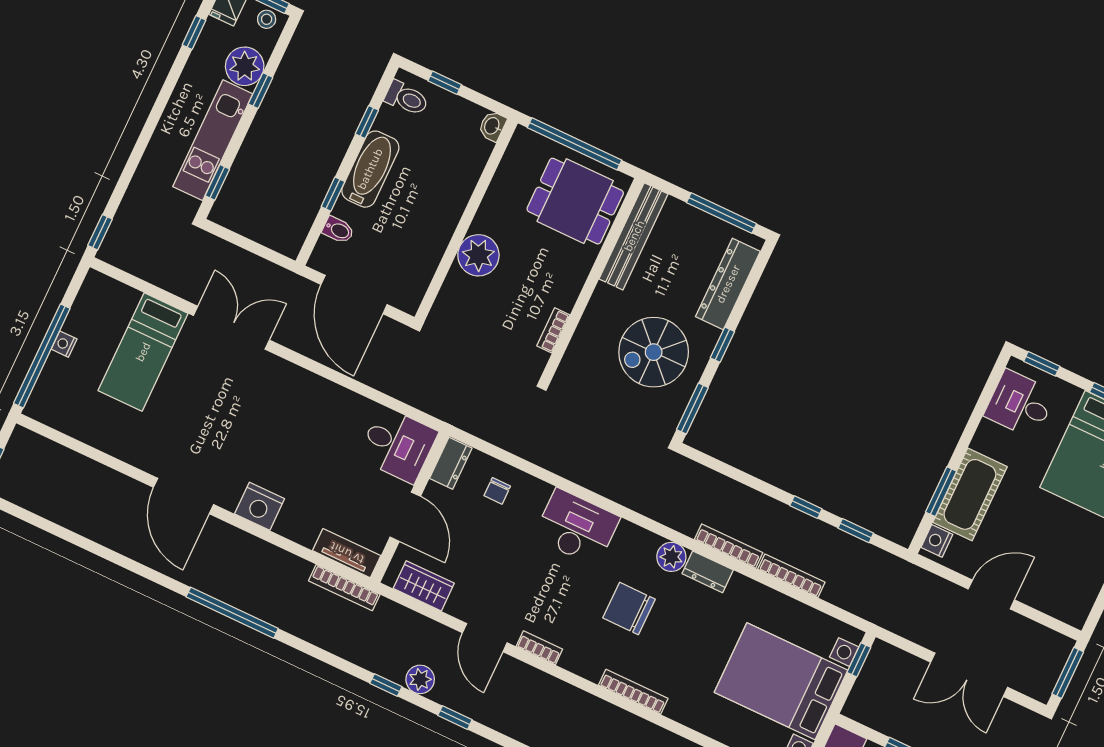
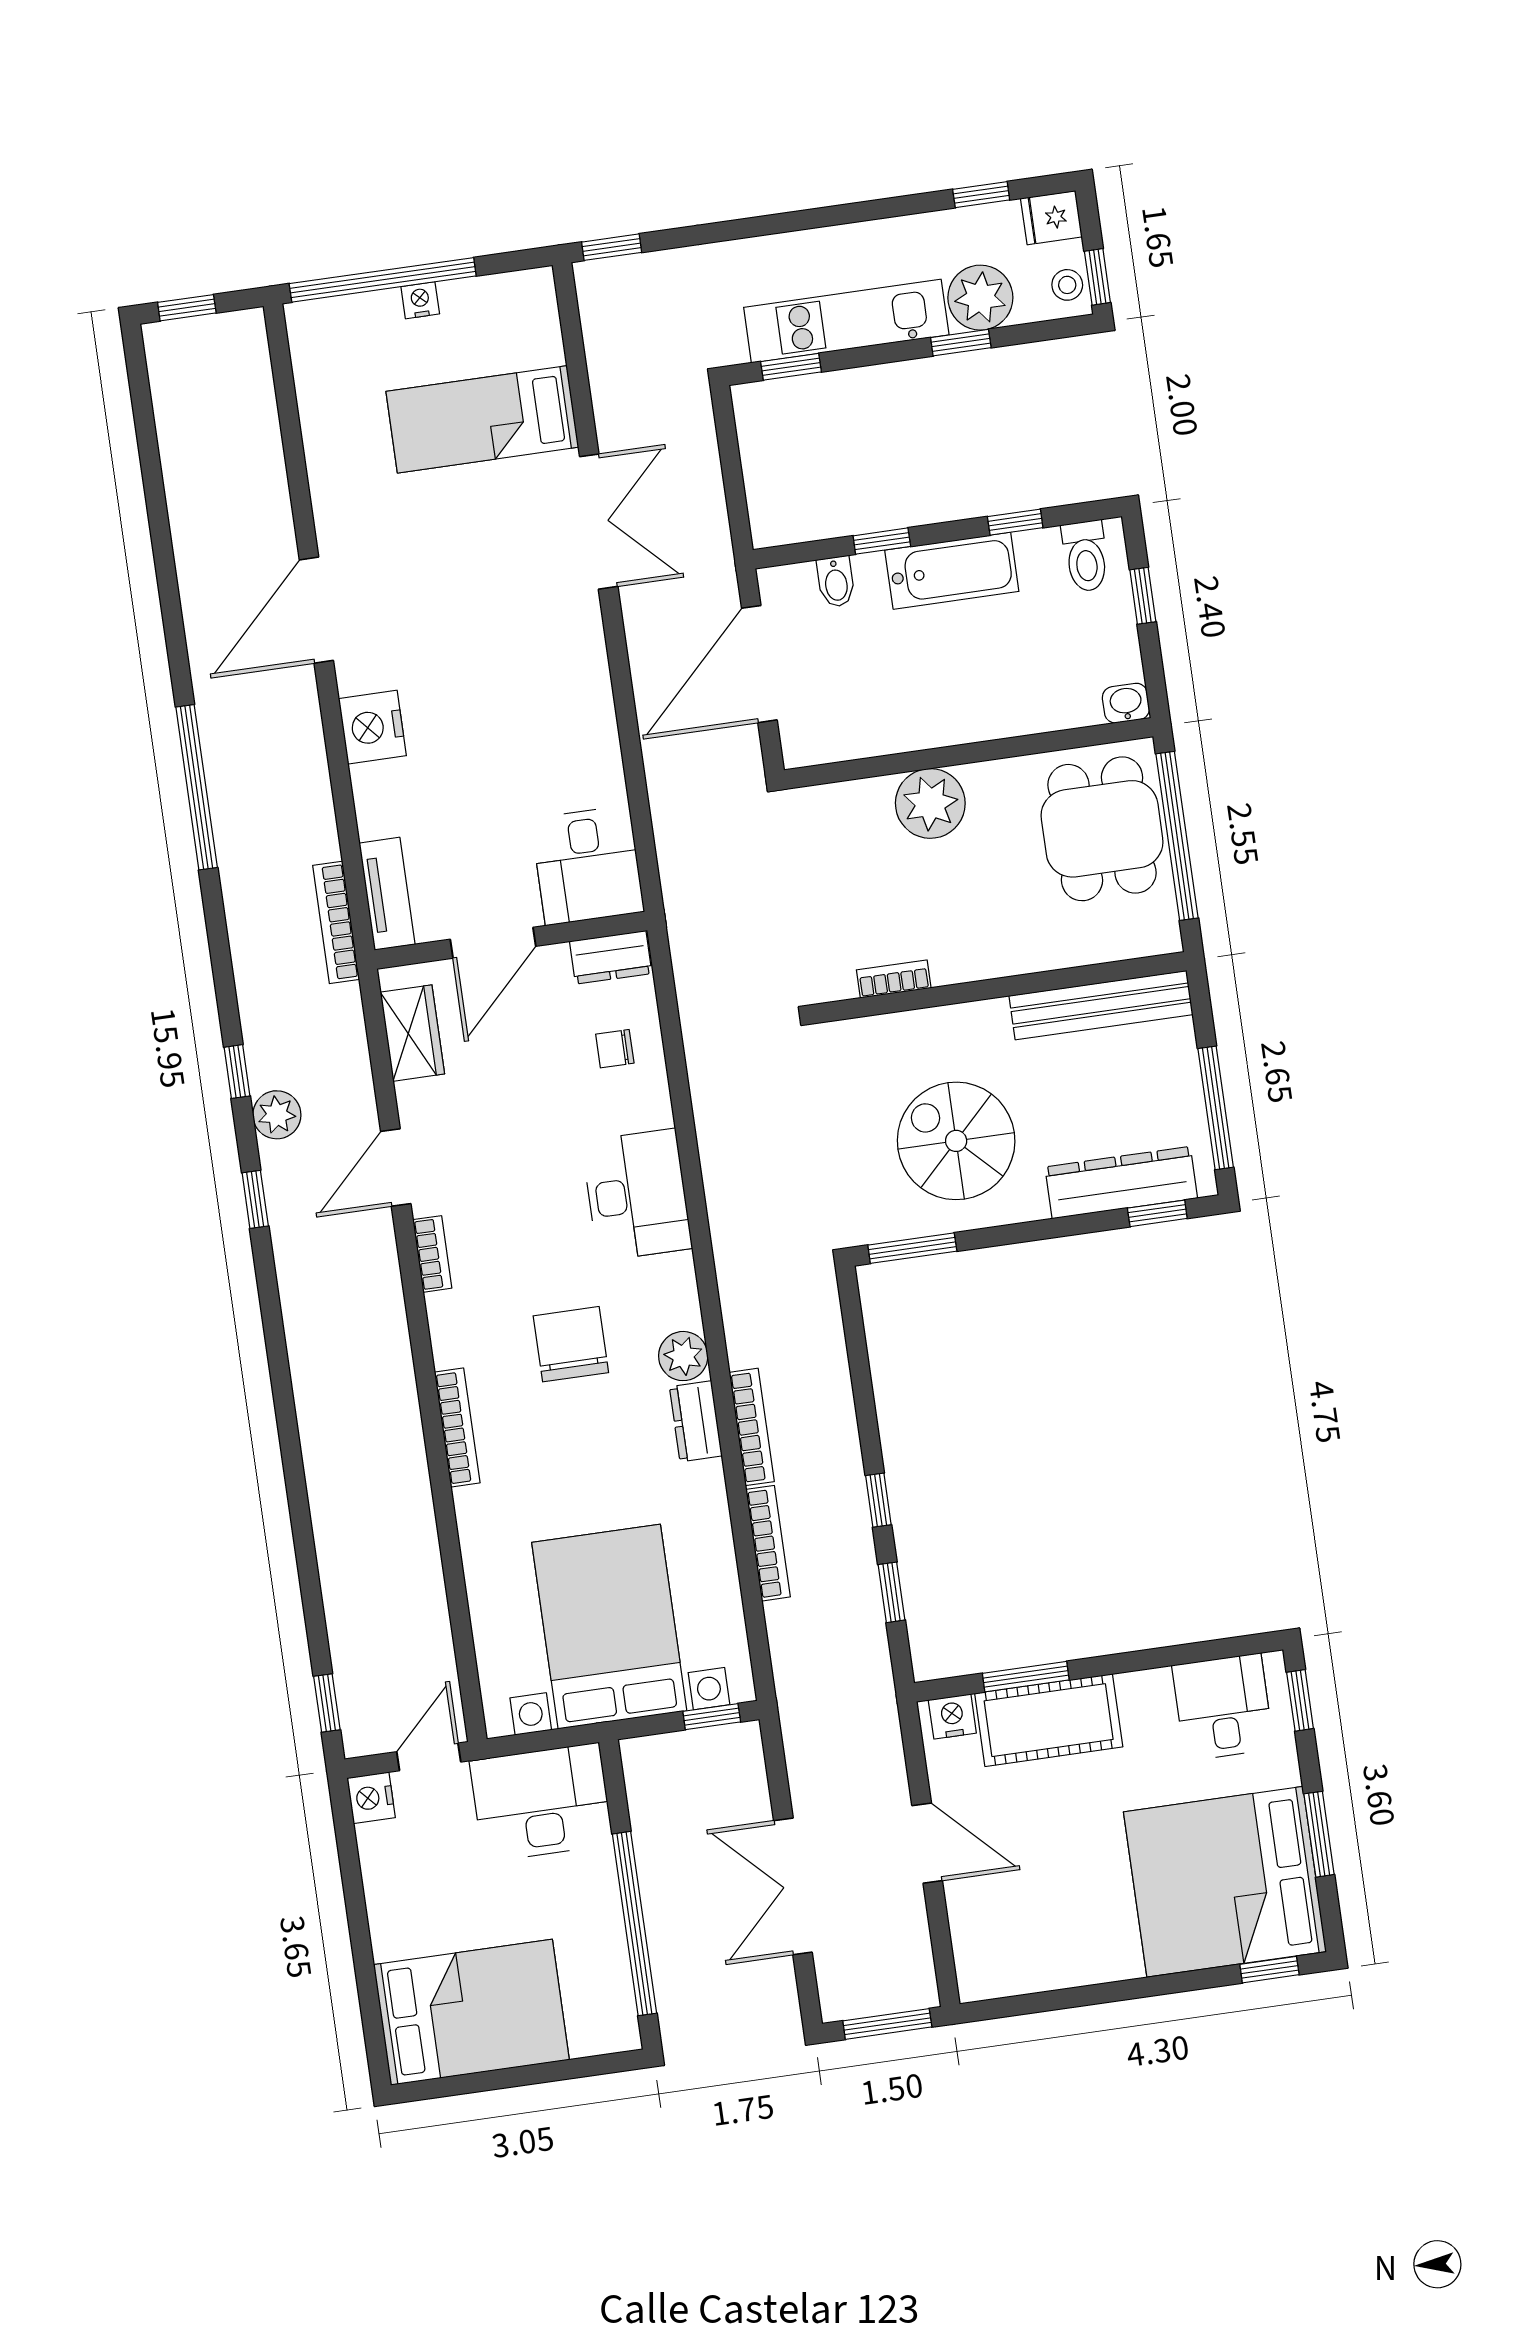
dining table: (575, 201) -> (1102, 829), moved
window: (722, 345) -> (1157, 1213), moved

